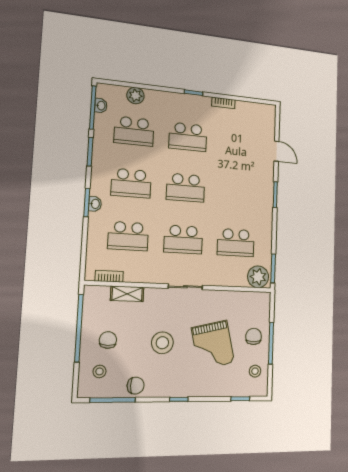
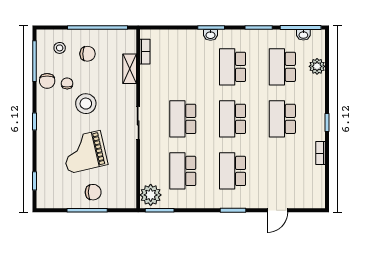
school desk: (128, 236) -> (233, 171), moved
chair: (139, 363) -> (67, 83), added
stool: (255, 371) -> (60, 195), removed

